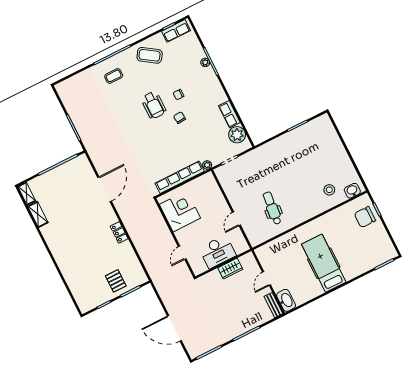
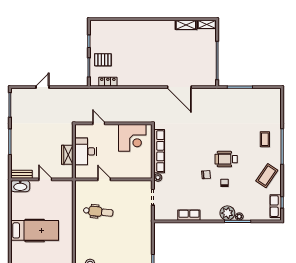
plant: (237, 135) -> (227, 213), moved
locker: (119, 232) -> (108, 82), moved
door: (174, 328) -> (42, 87), width x0.53

